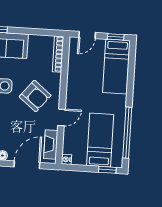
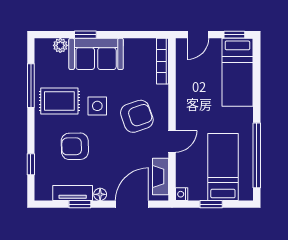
armchair: (35, 96) -> (137, 116), turned -58
window: (107, 170) -> (211, 204), moved

